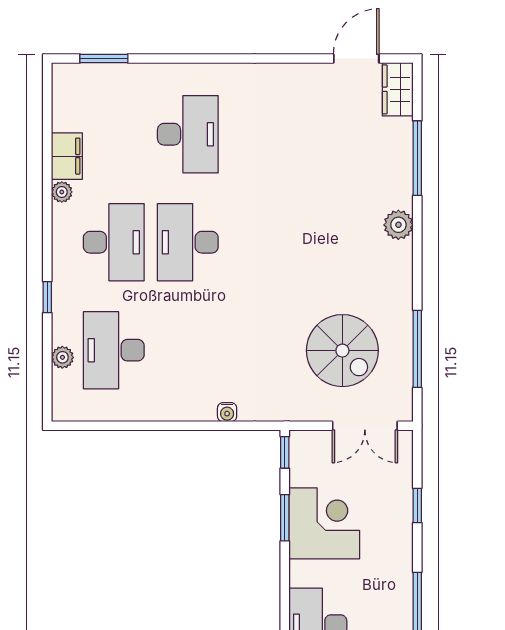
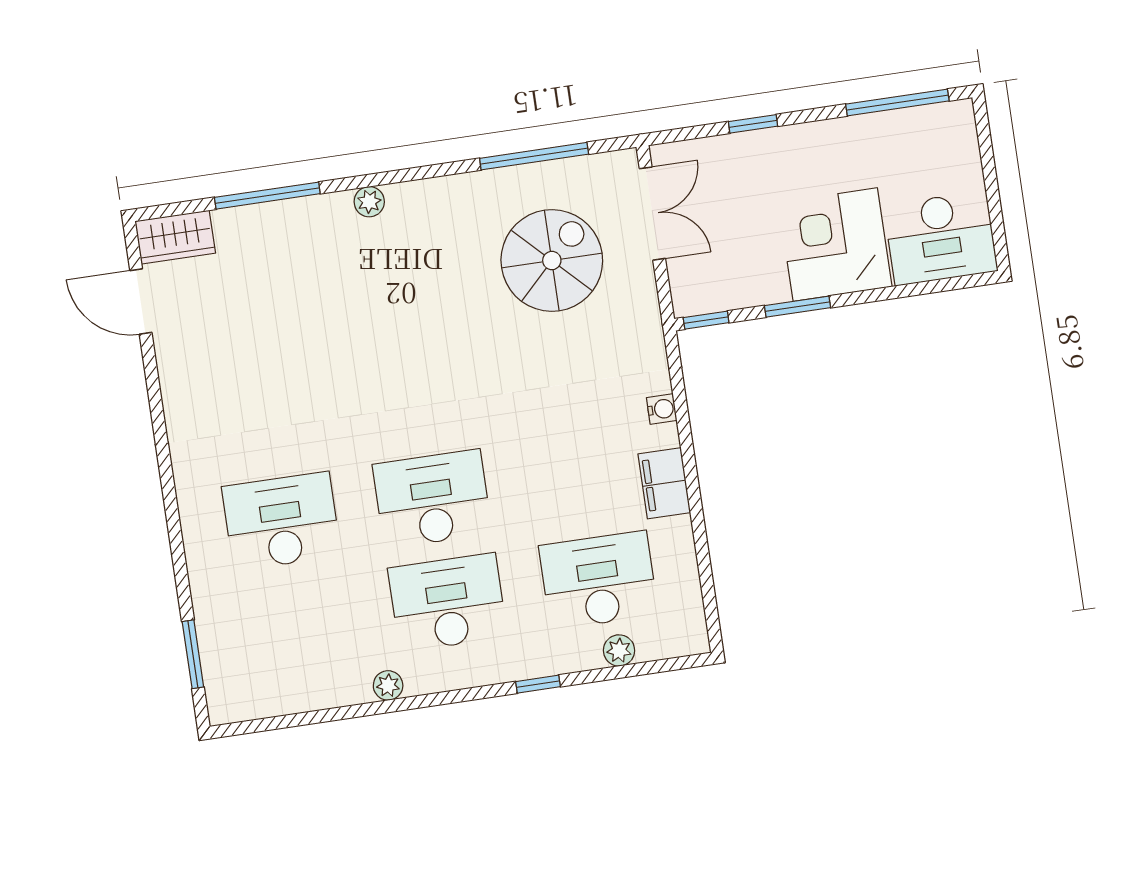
filing cabinet: (67, 156) -> (664, 483), moved, turned -90
plant: (398, 225) -> (369, 202), width x0.73, depth x0.73
desk: (188, 242) -> (432, 499), turned 180
desk: (114, 350) -> (598, 580), turned 180
corner desk: (324, 523) -> (835, 245), moved

